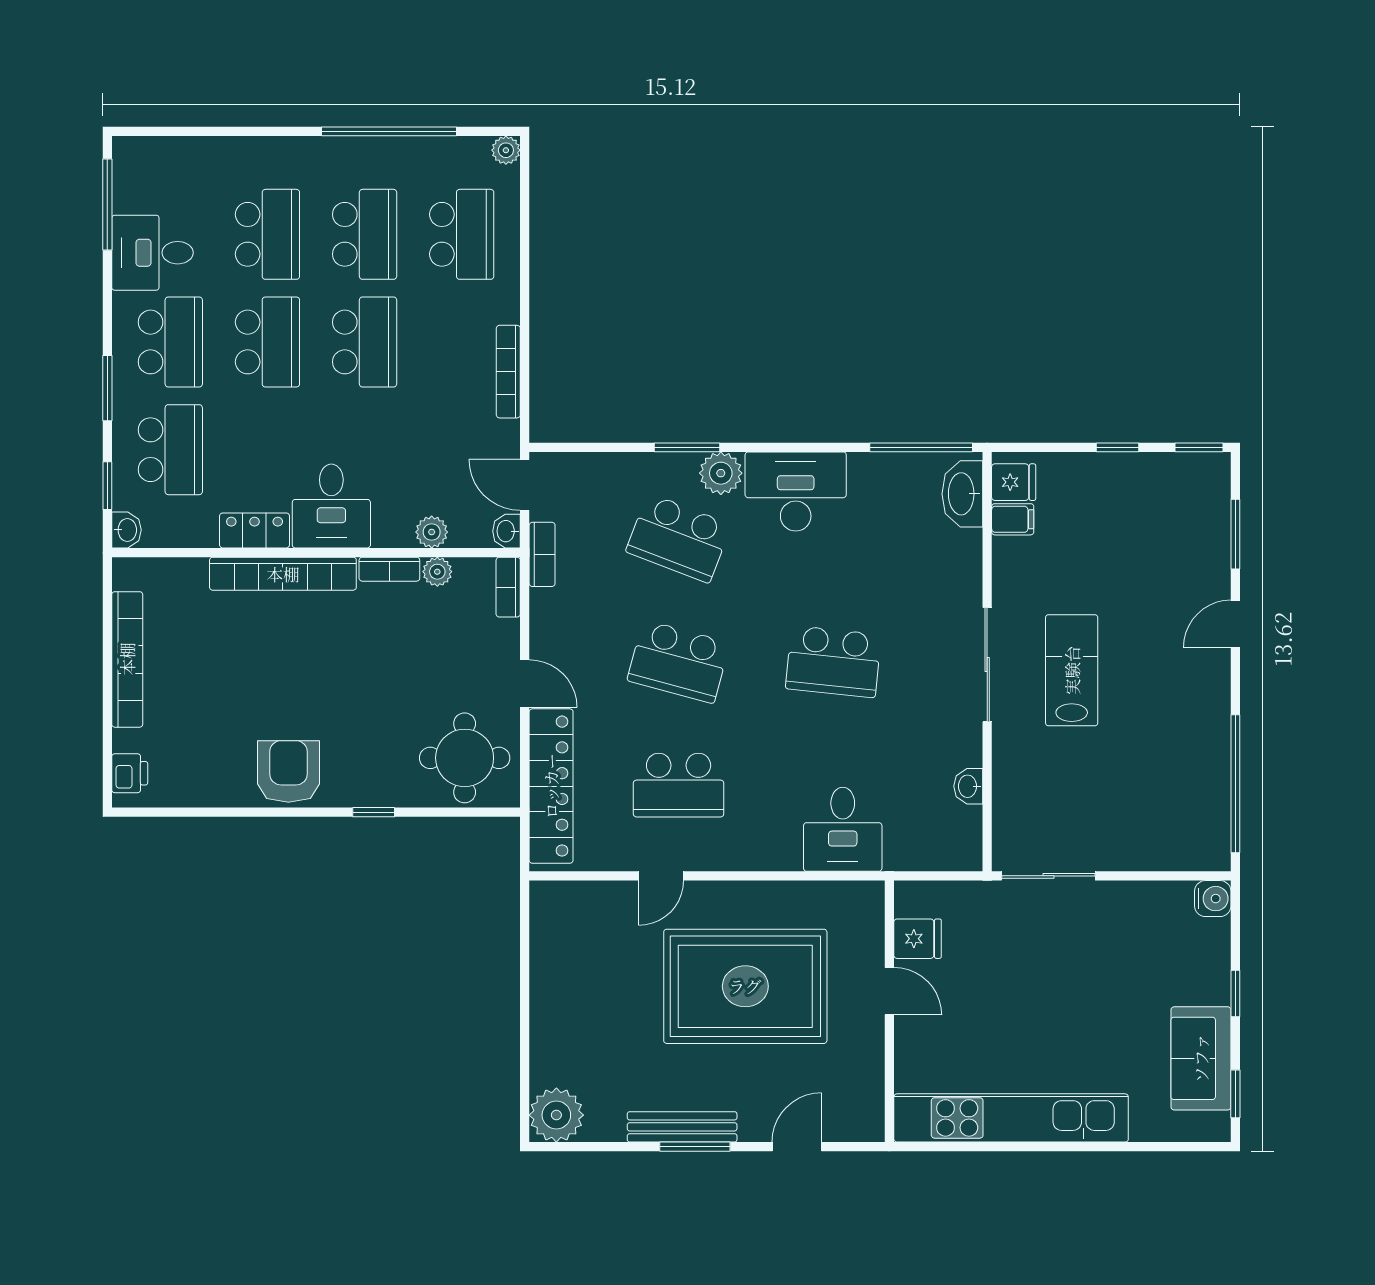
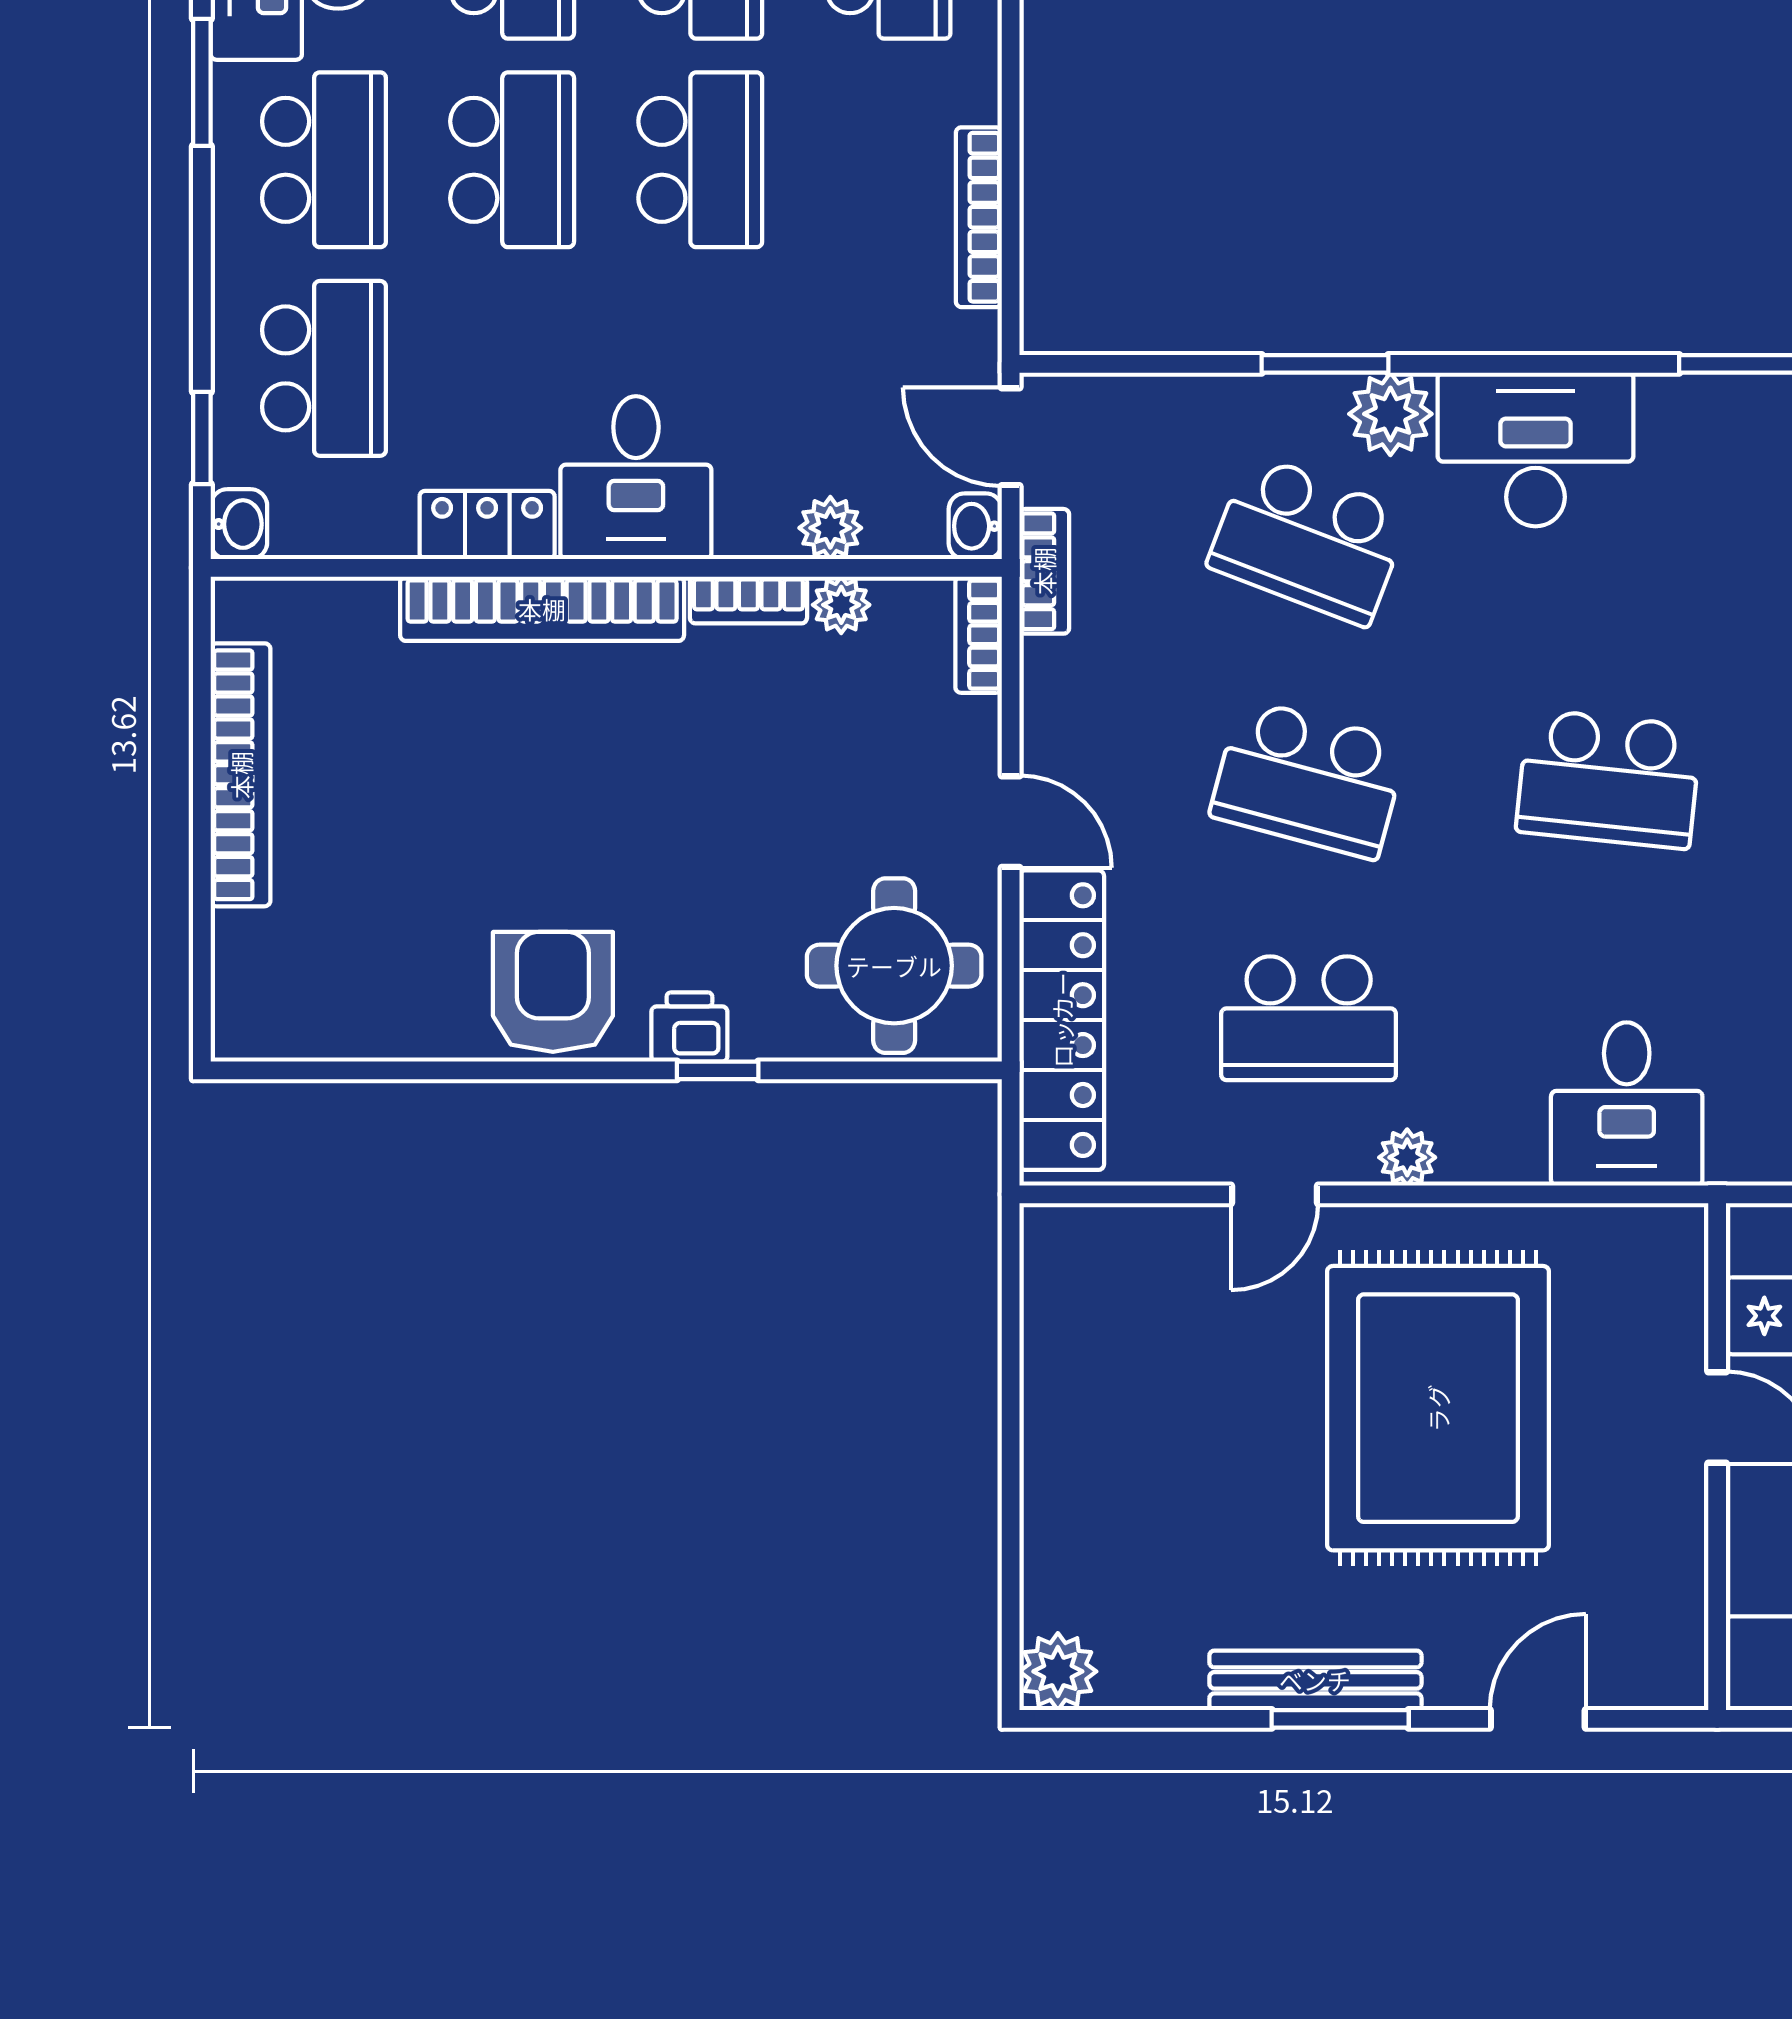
window: (107, 388) -> (202, 82), moved
printer: (130, 773) -> (689, 1027), moved, turned -90
plant: (729, 857) -> (1407, 1157), added
rug: (745, 986) -> (1438, 1408), turned 90
plant: (556, 1115) -> (1058, 1671), width x0.73, depth x0.73

